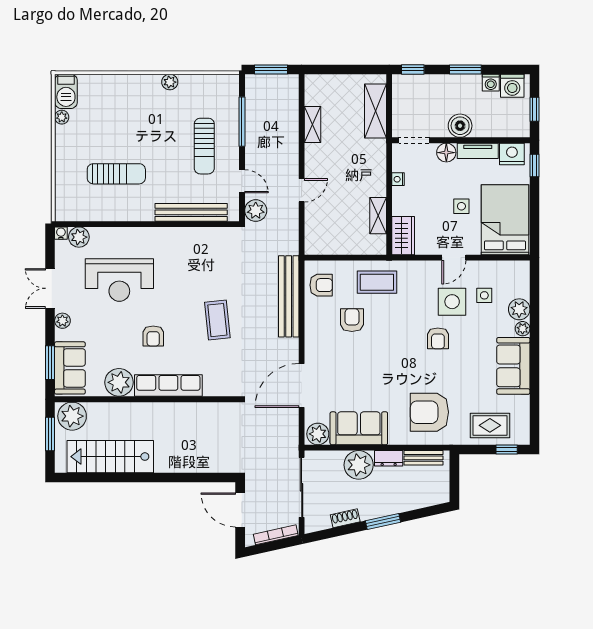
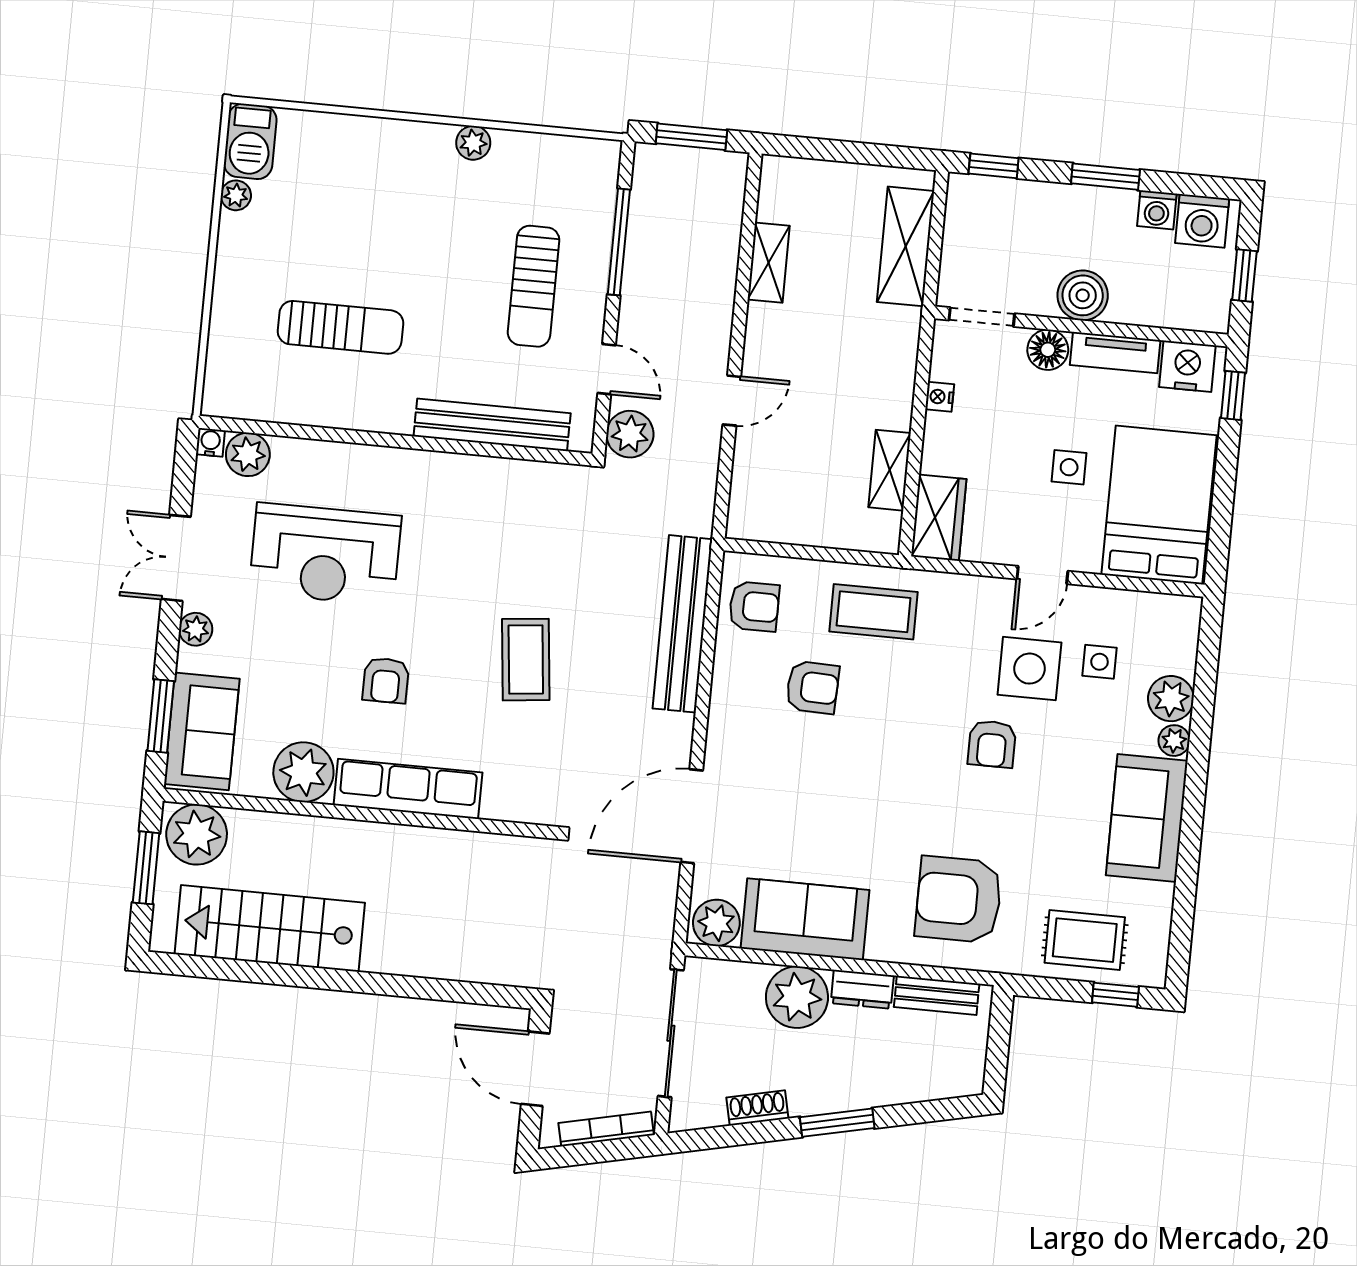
armchair: (352, 320) -> (813, 687), turned 92

